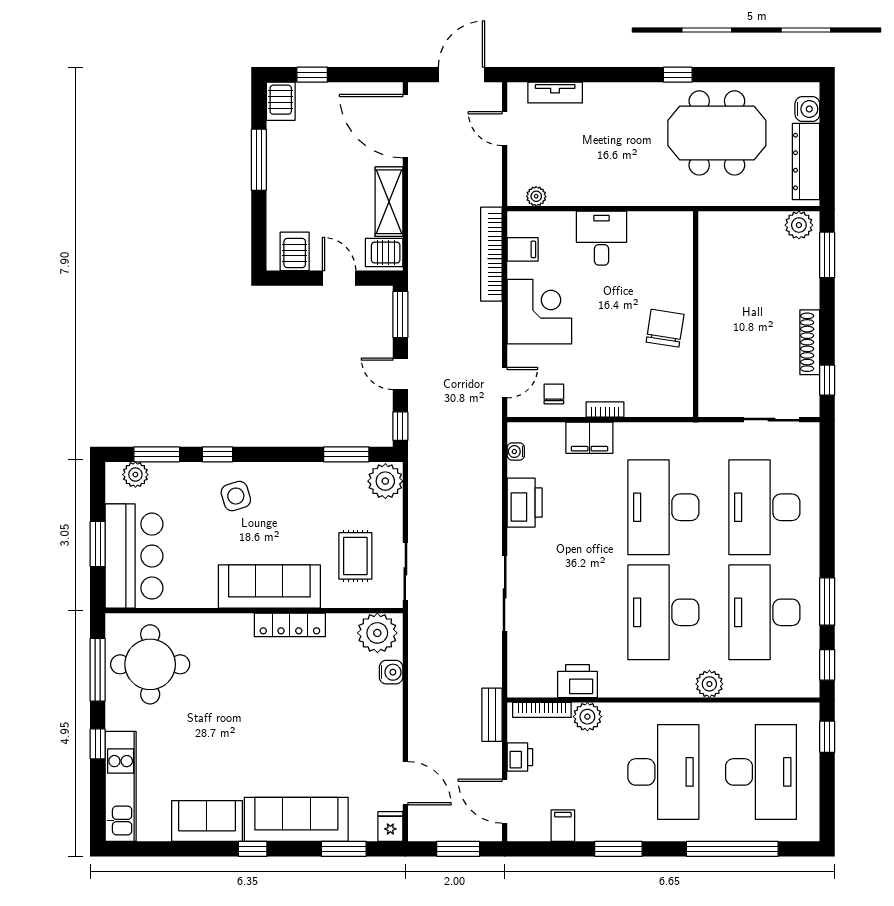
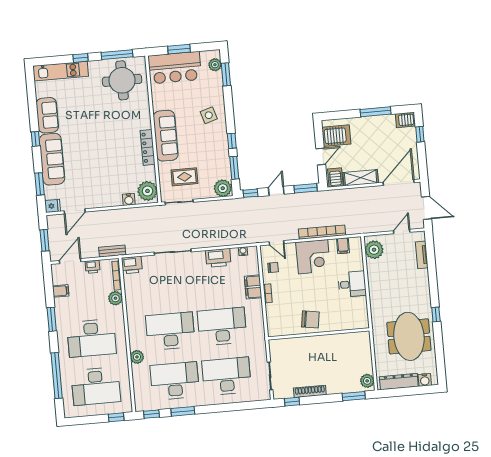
plant: (536, 196) -> (374, 250), width x1.87, depth x1.87
server rack: (295, 251) -> (336, 136), width x1.36, depth x1.44
bookcase: (491, 254) -> (322, 232), moved
window: (217, 454) -> (232, 141), moved
printer: (578, 681) -> (132, 265), moved, turned 90

